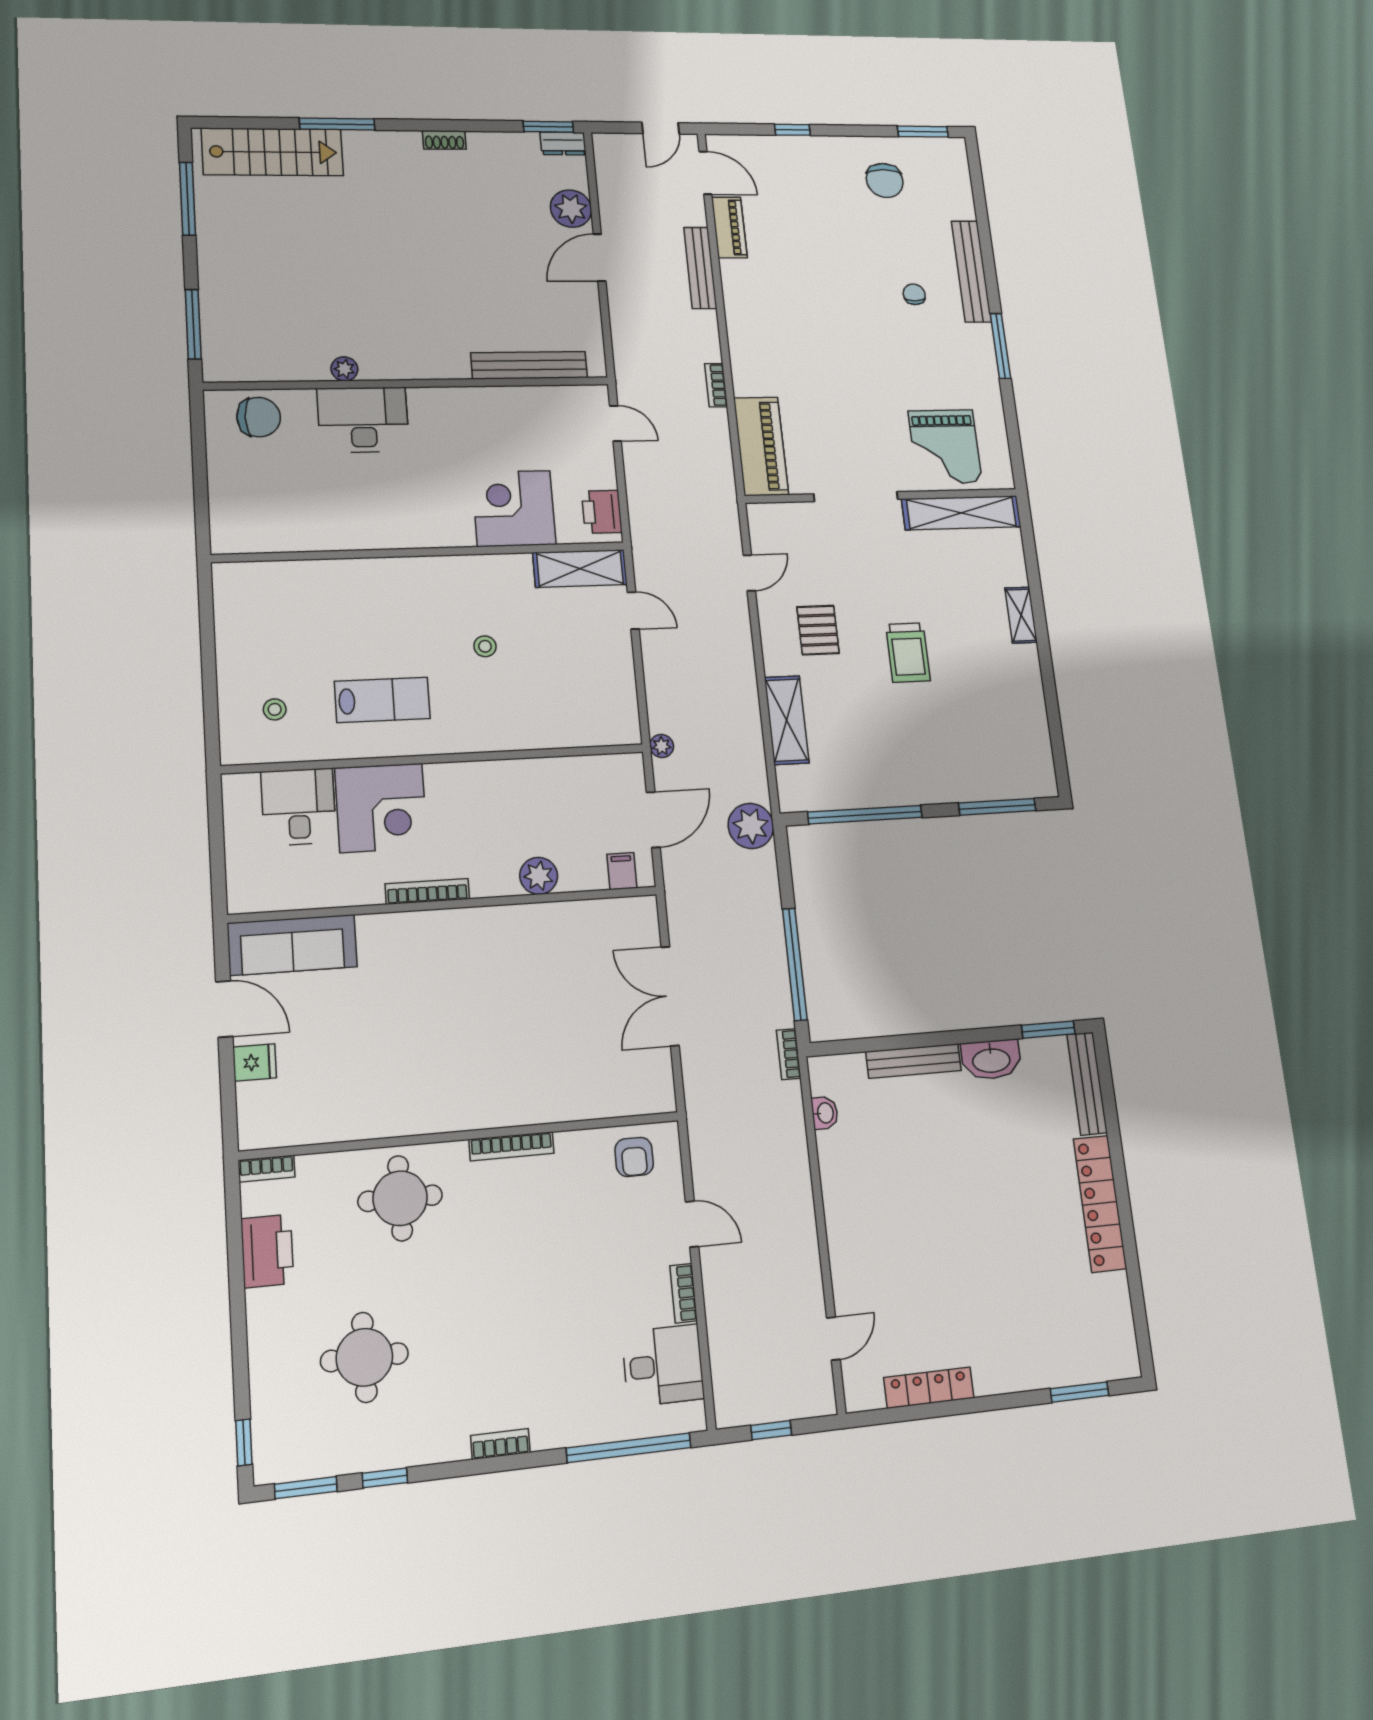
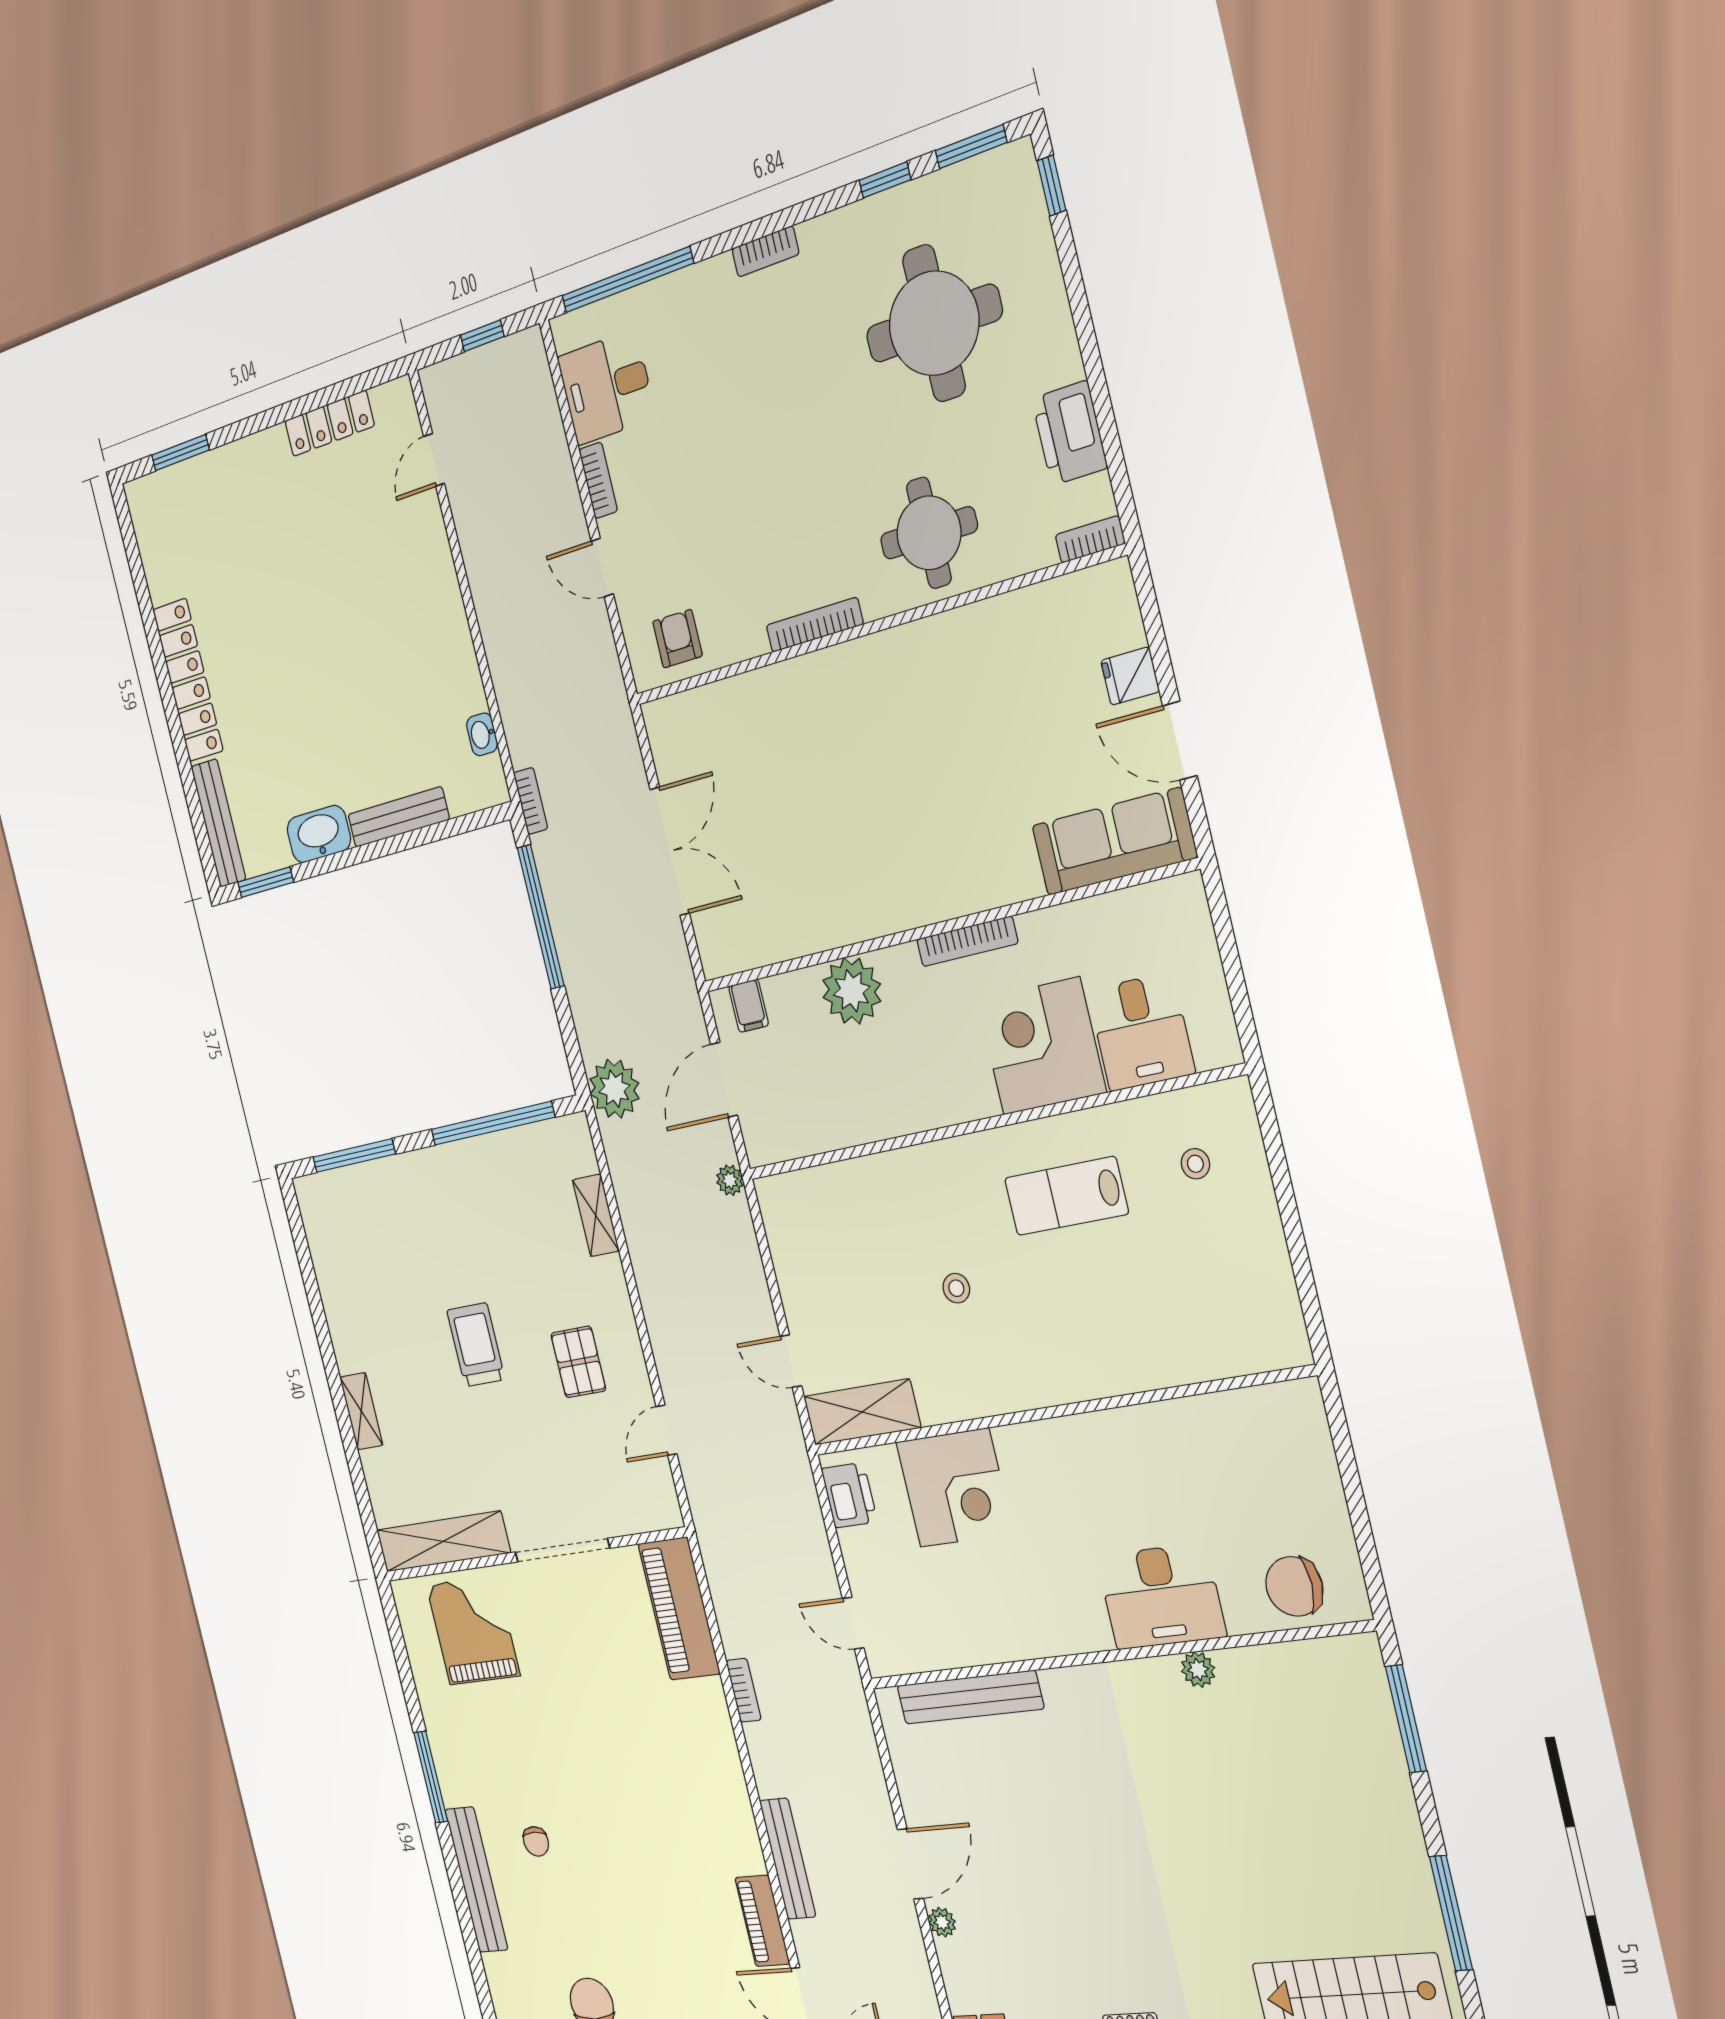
plant: (571, 209) -> (942, 1922), width x0.53, depth x0.53
shelving: (787, 720) -> (596, 1215), width x0.67, depth x0.75
plant: (539, 876) -> (852, 991), width x1.36, depth x1.36
round table: (364, 1357) -> (934, 323), width x1.36, depth x1.36

